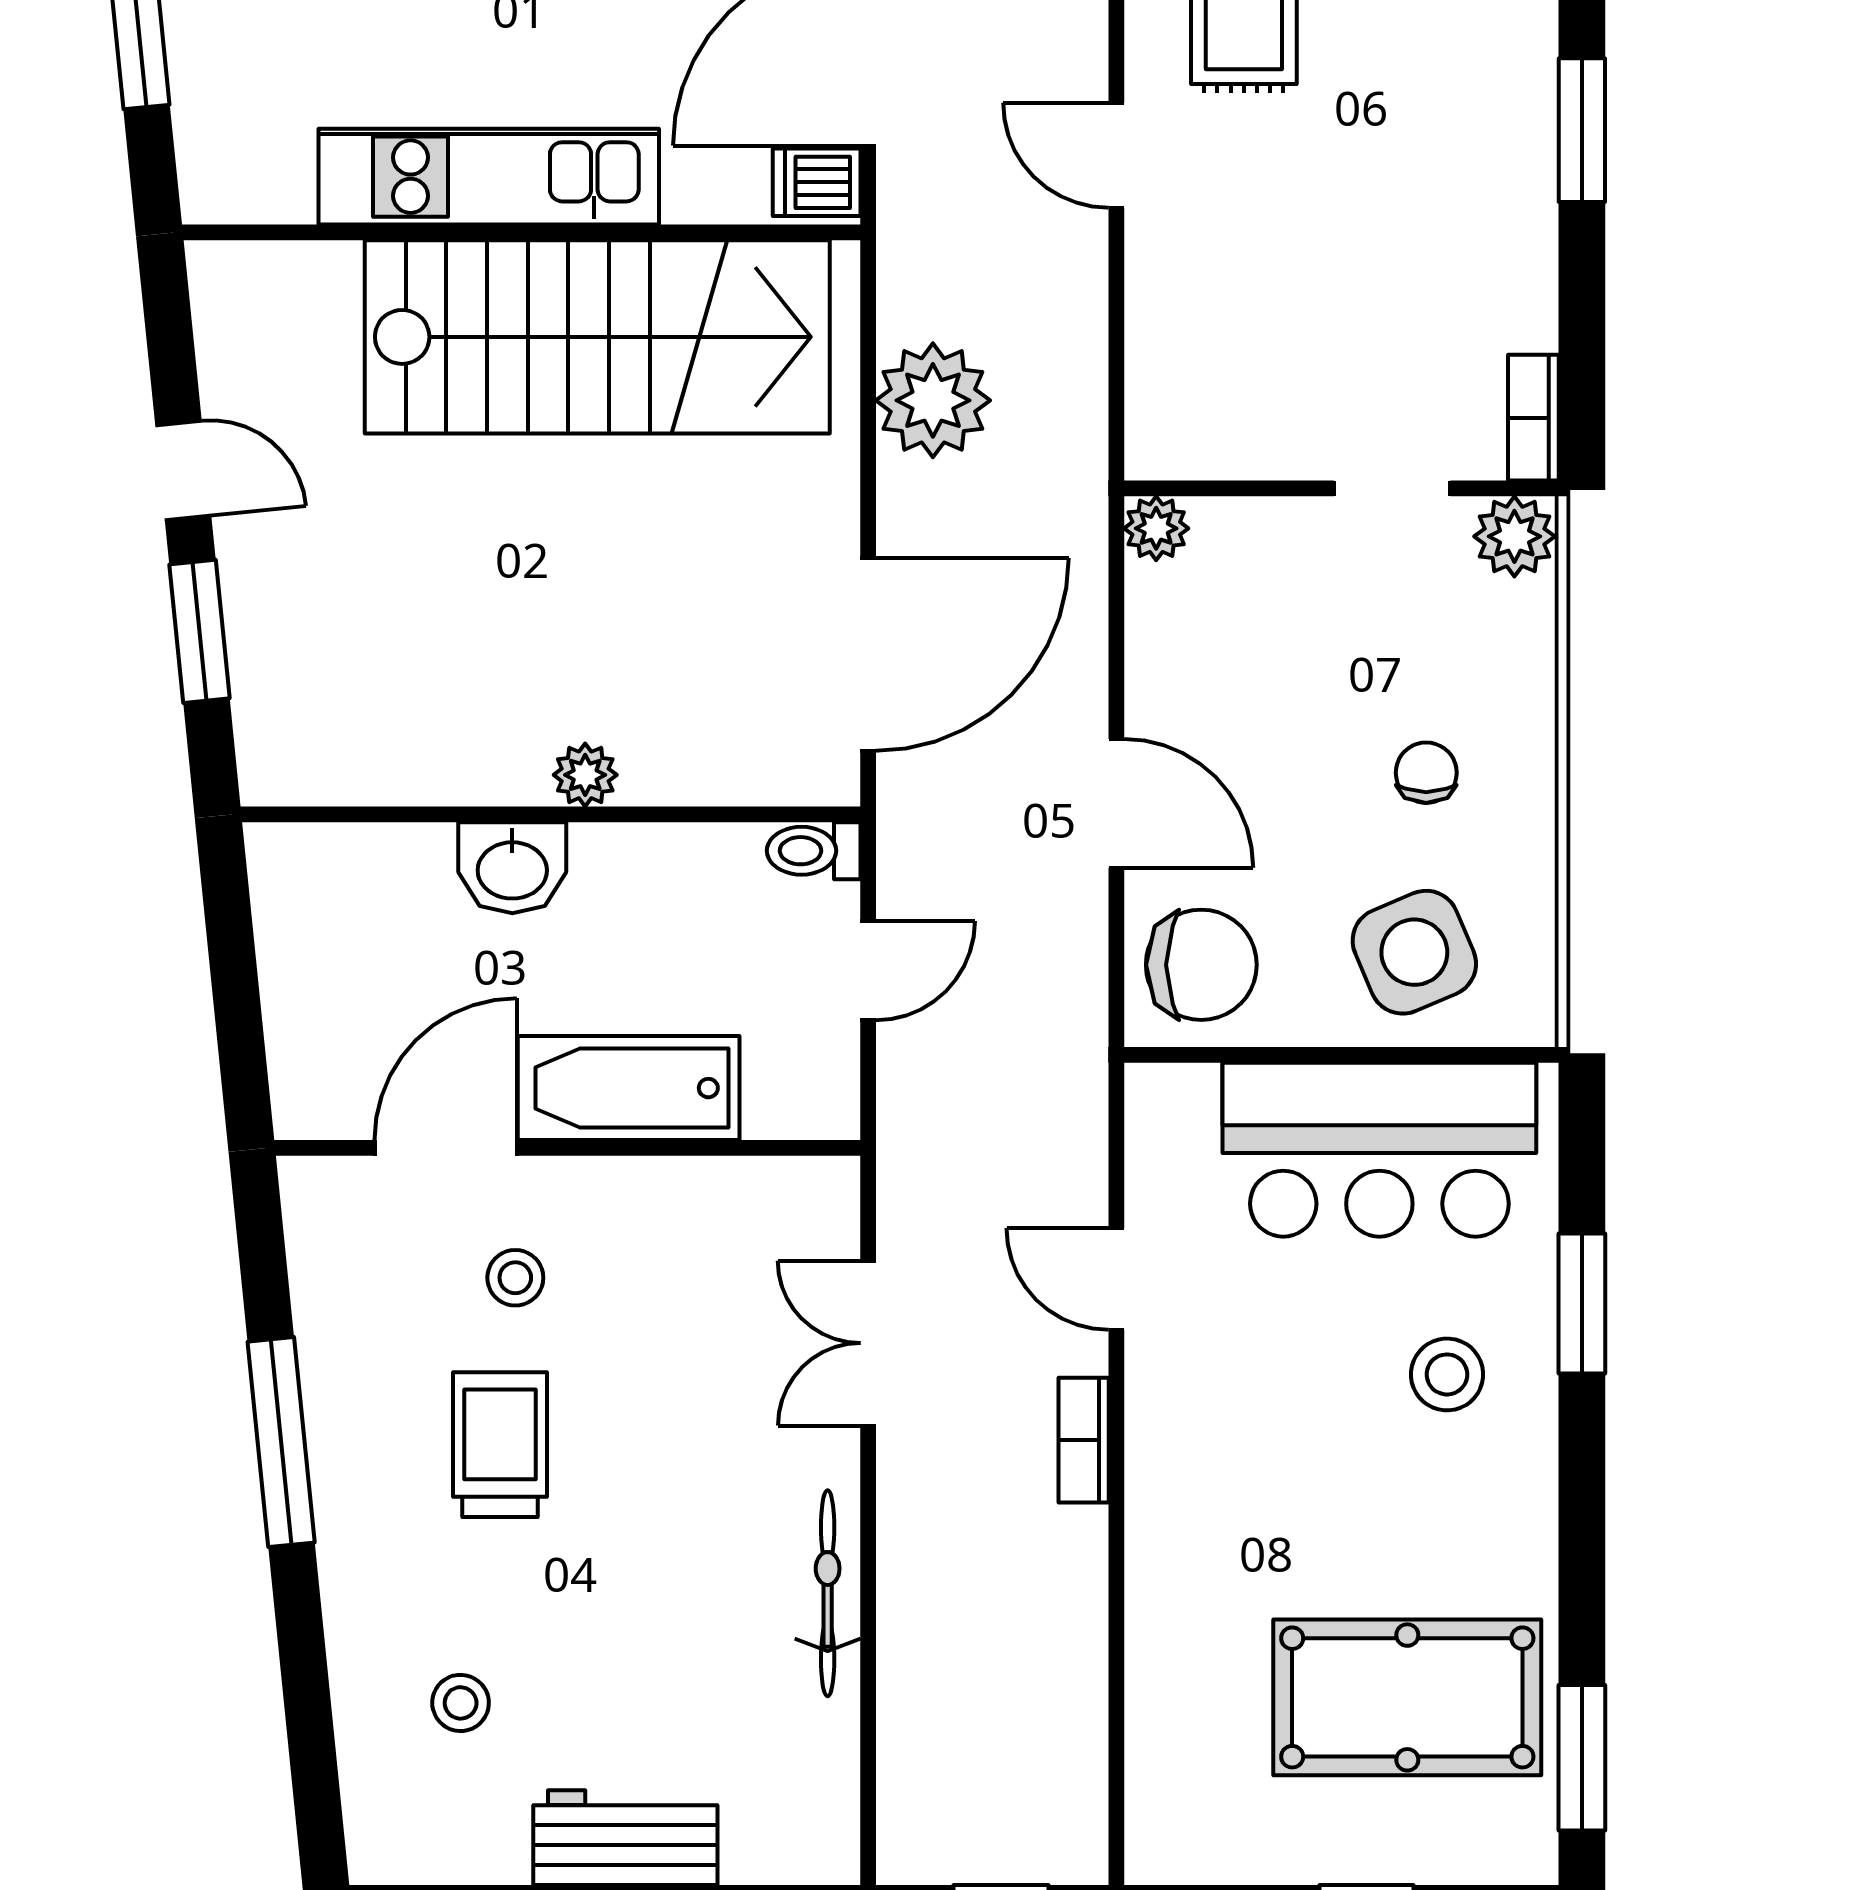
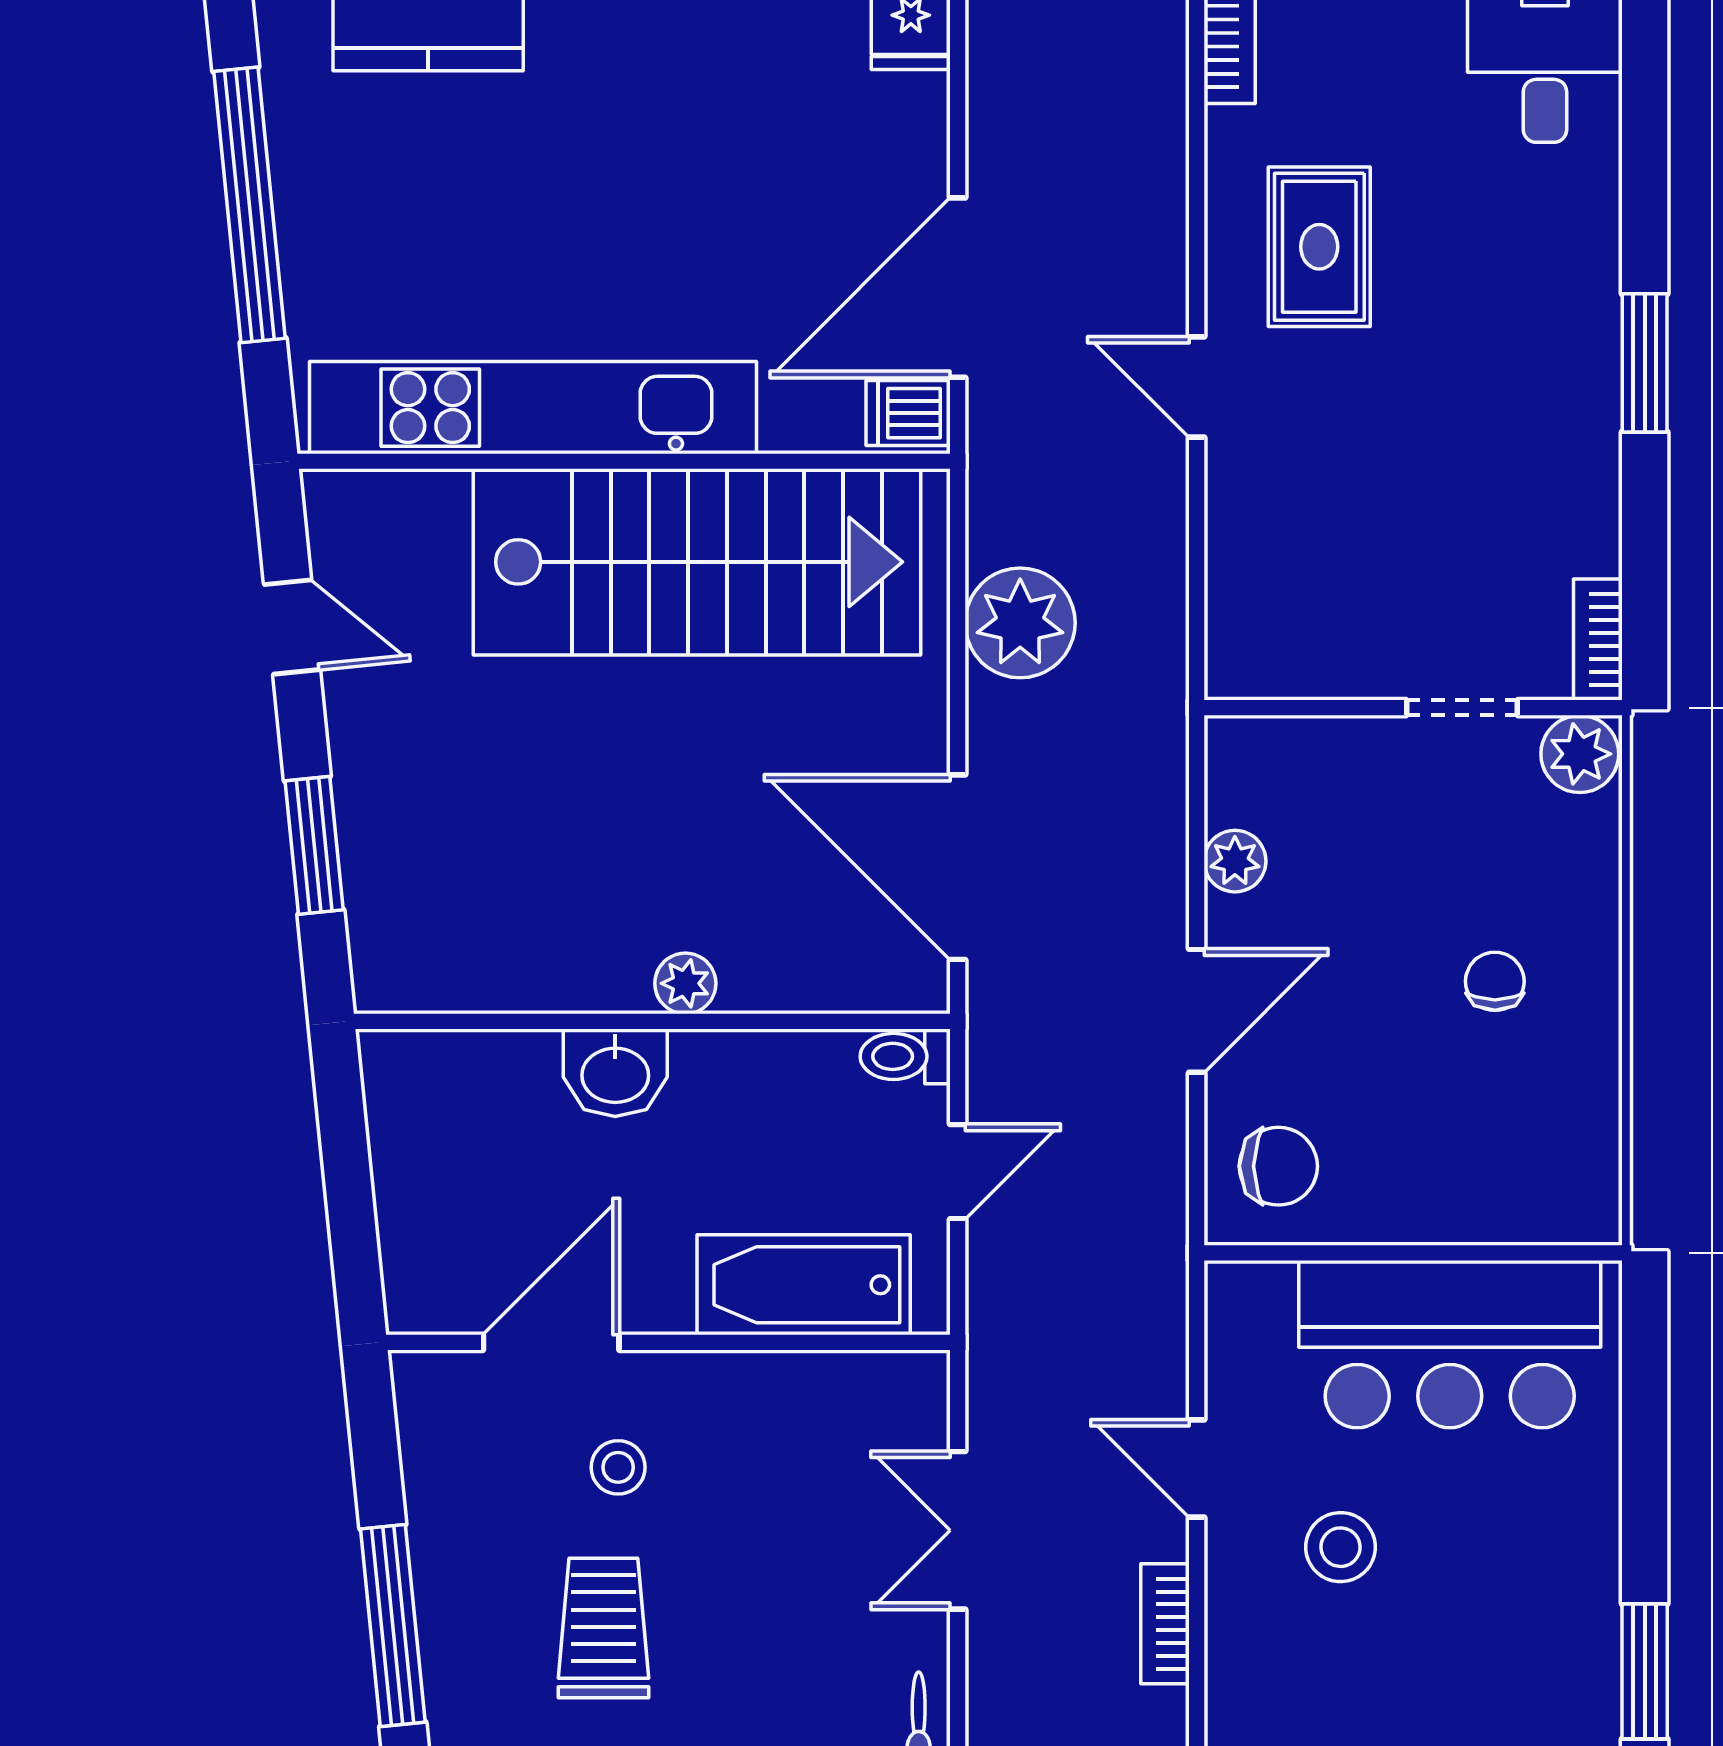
kitchen unit: (489, 177) -> (533, 408), width x1.36
door: (183, 470) -> (292, 627), moved
plant: (1156, 528) -> (1235, 861), moved
door: (868, 654) -> (958, 867), swing flipped
door: (1116, 803) -> (1197, 1011), hinge flipped
side table: (1414, 952) -> (1483, 1154), removed
chair: (1201, 965) -> (1278, 1166), width x0.73, depth x0.73
bathtub: (629, 1088) -> (804, 1285), moved
window: (1582, 1304) -> (1645, 1671), moved
stool: (1447, 1374) -> (1341, 1547), moved

